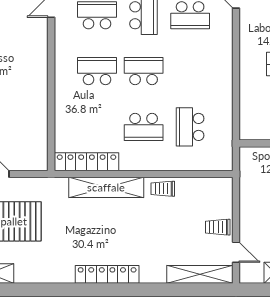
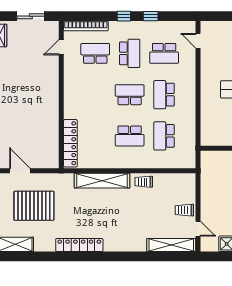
school desk: (97, 71) -> (164, 95), moved, turned -90
locker: (87, 162) -> (70, 143), moved, turned 90
locker: (107, 274) -> (79, 245), moved

